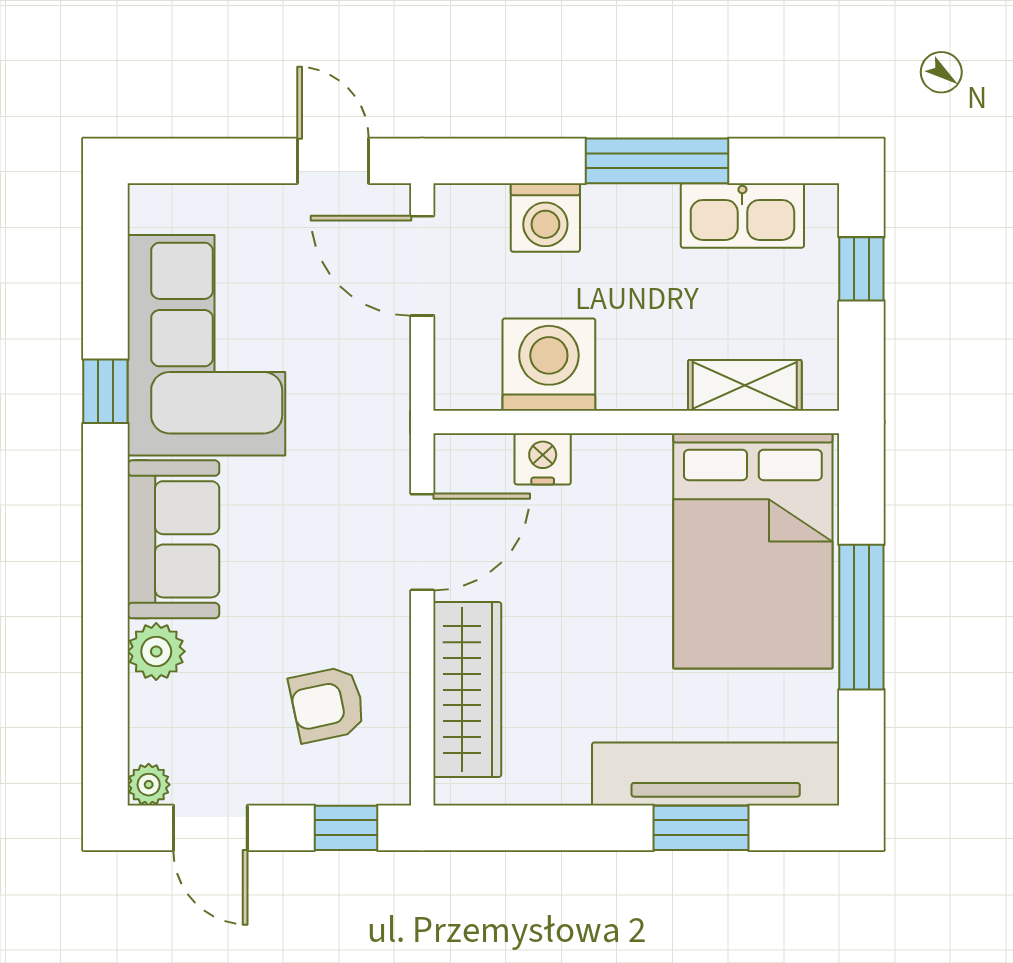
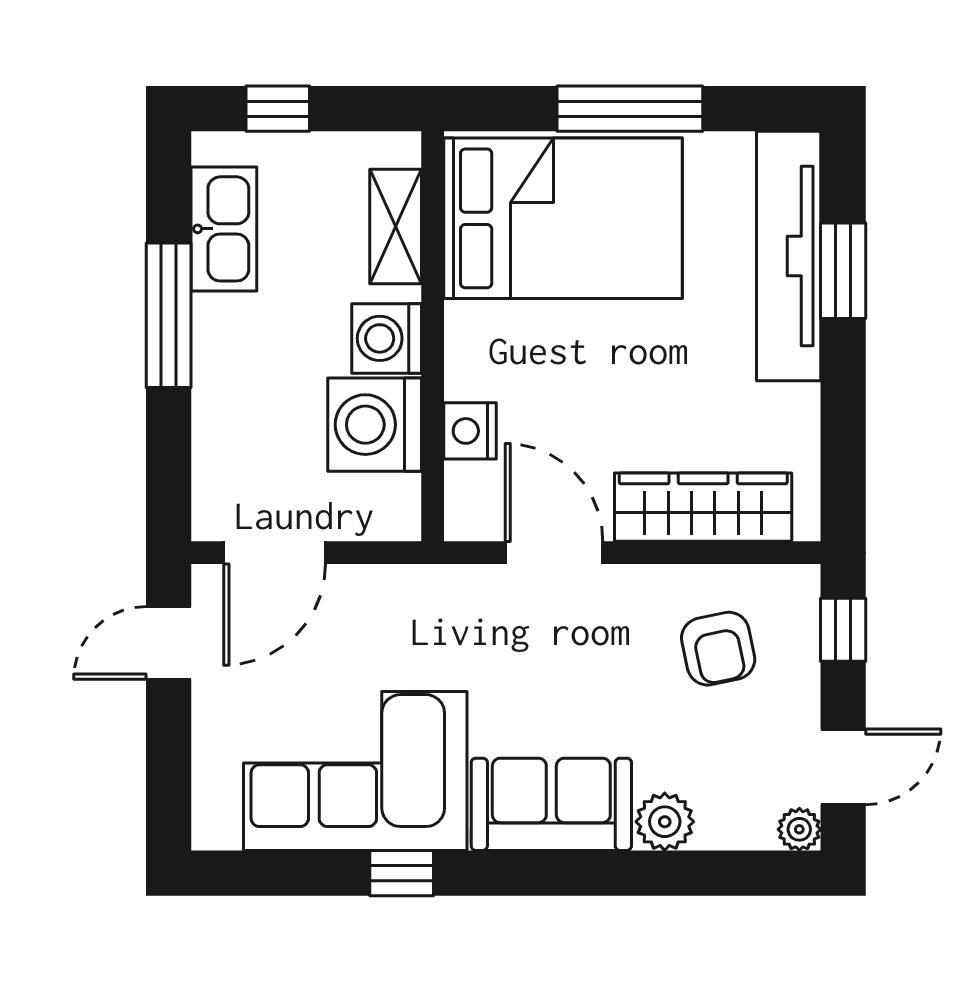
washing machine: (545, 217) -> (387, 338), moved, turned 180

